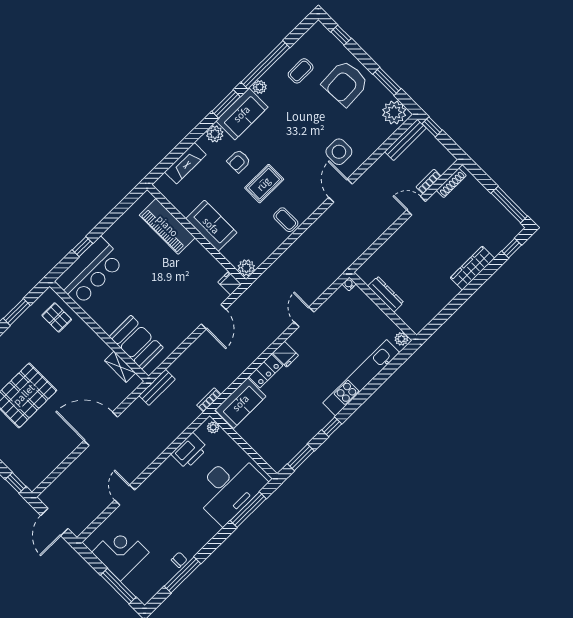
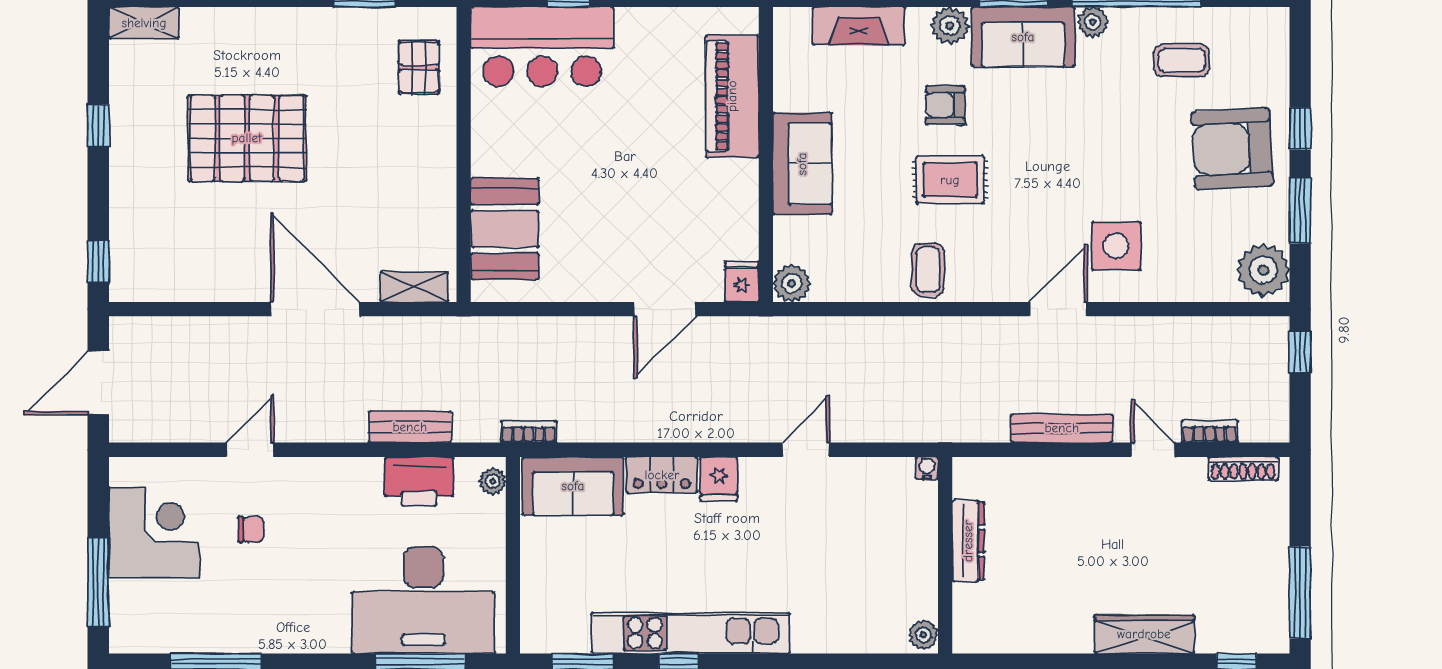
window: (341, 35) -> (1300, 129), moved
bench: (405, 140) -> (1062, 428), moved
shelving: (120, 367) -> (414, 287), moved, turned 90
kitchen unit: (361, 378) -> (691, 633), moved
bench: (157, 387) -> (410, 427), moved
chair: (179, 560) -> (251, 529), moved

